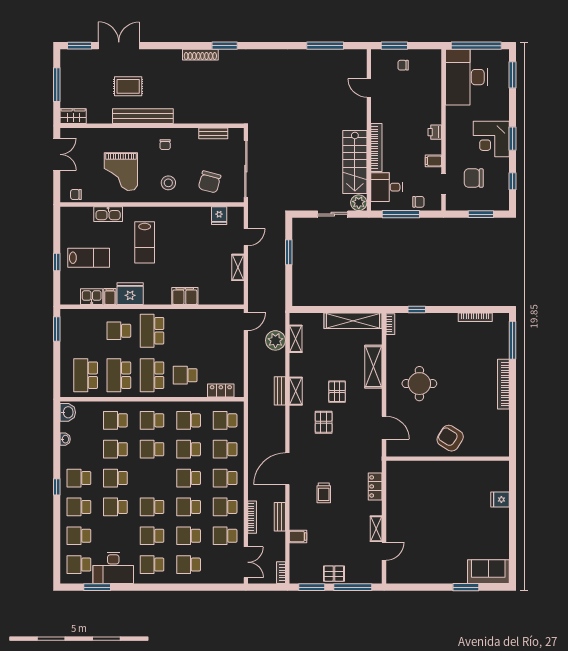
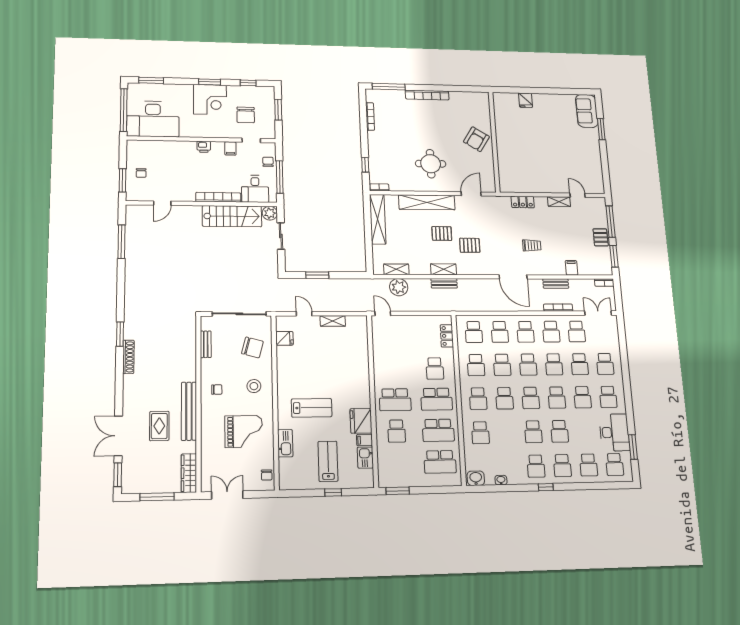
wardrobe: (73, 116) -> (189, 473), width x1.50
filing cabinet: (185, 296) -> (361, 370), removed
shelving: (373, 367) -> (427, 202), width x1.47
school desk: (115, 449) -> (531, 398), moved

